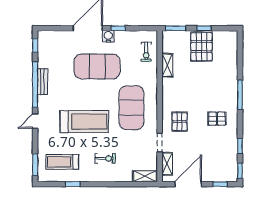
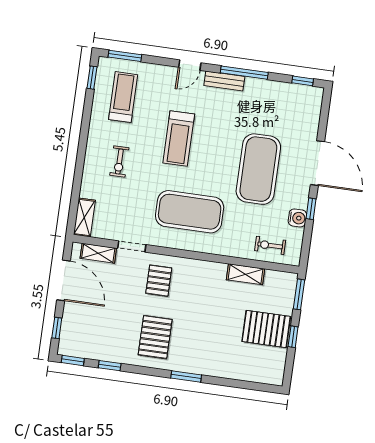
water cooler: (108, 36) -> (297, 218), moved
bench: (42, 82) -> (224, 81), moved
window: (35, 85) -> (244, 73), width x0.68
window: (240, 95) -> (186, 376), width x0.69
pallet: (217, 119) -> (155, 337), width x1.50, depth x1.42
door: (35, 121) -> (190, 65), swing flipped
treadmill: (84, 122) -> (179, 139), width x0.73, depth x0.73
pallet: (180, 122) -> (159, 281), turned 90
window: (73, 184) -> (92, 78), moved

